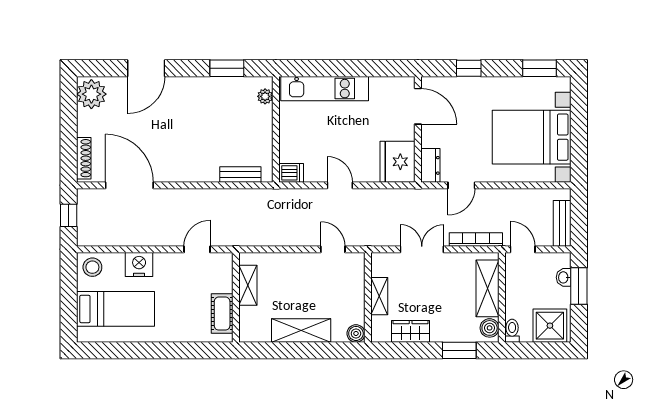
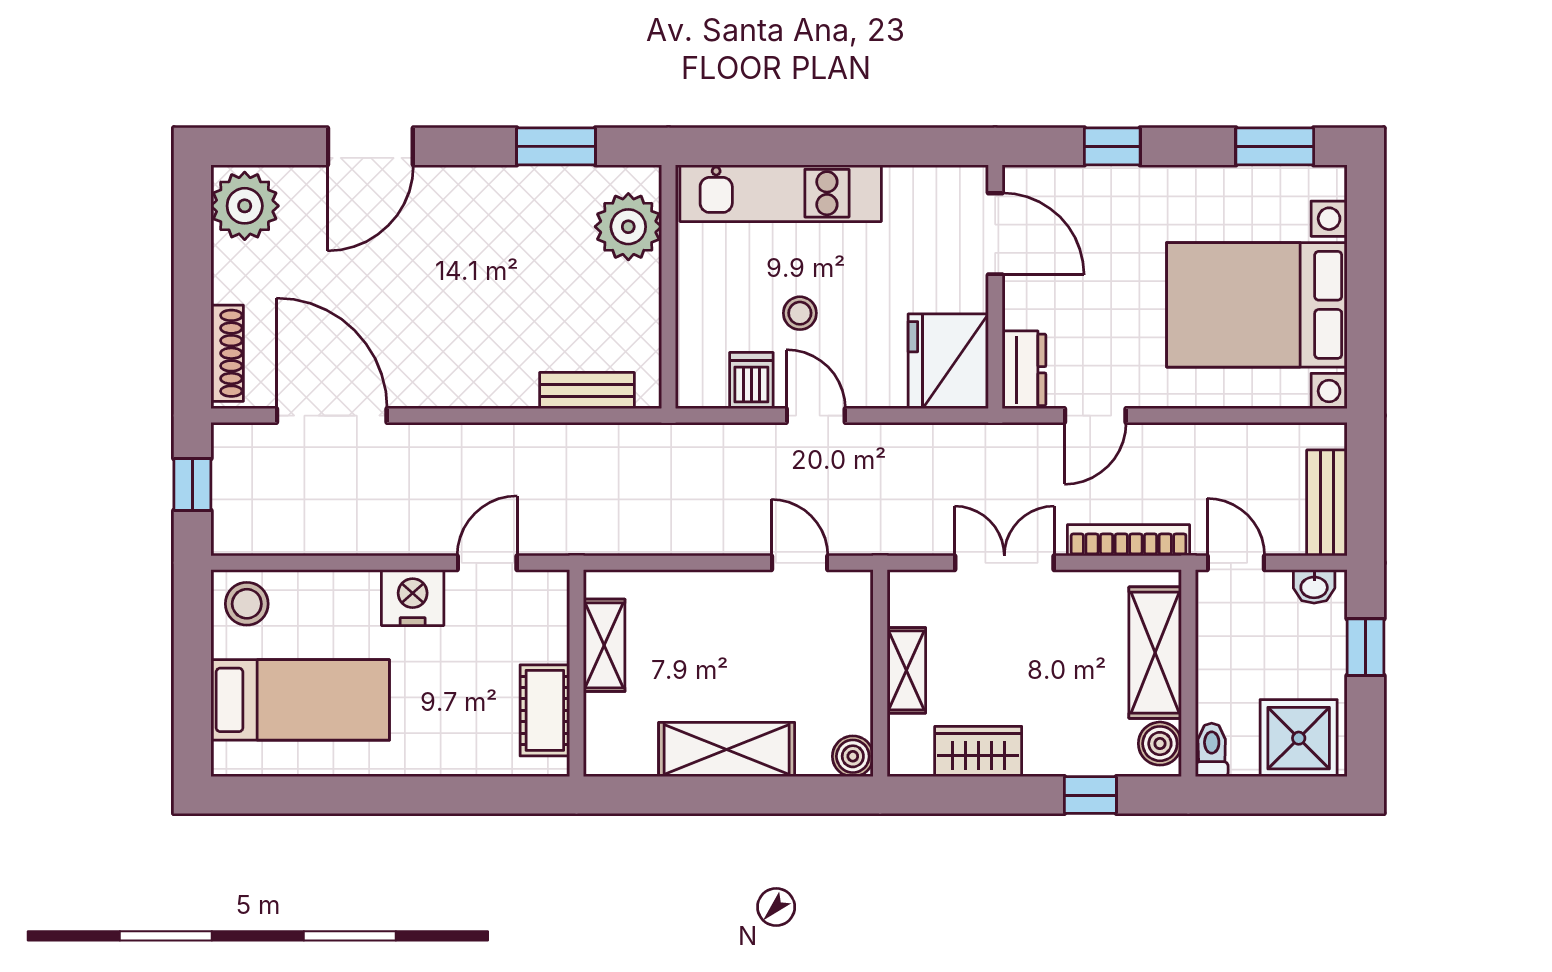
plant: (265, 96) -> (628, 227), width x1.88, depth x1.88
stool: (333, 141) -> (800, 313), added
dishwasher: (291, 173) -> (751, 381), moved, turned -90
nightstand: (139, 264) -> (413, 598), moved
washbasin: (564, 277) -> (1314, 586), moved, turned -90
window: (579, 286) -> (1366, 647), width x0.67
window: (459, 350) -> (1090, 795), width x0.67

